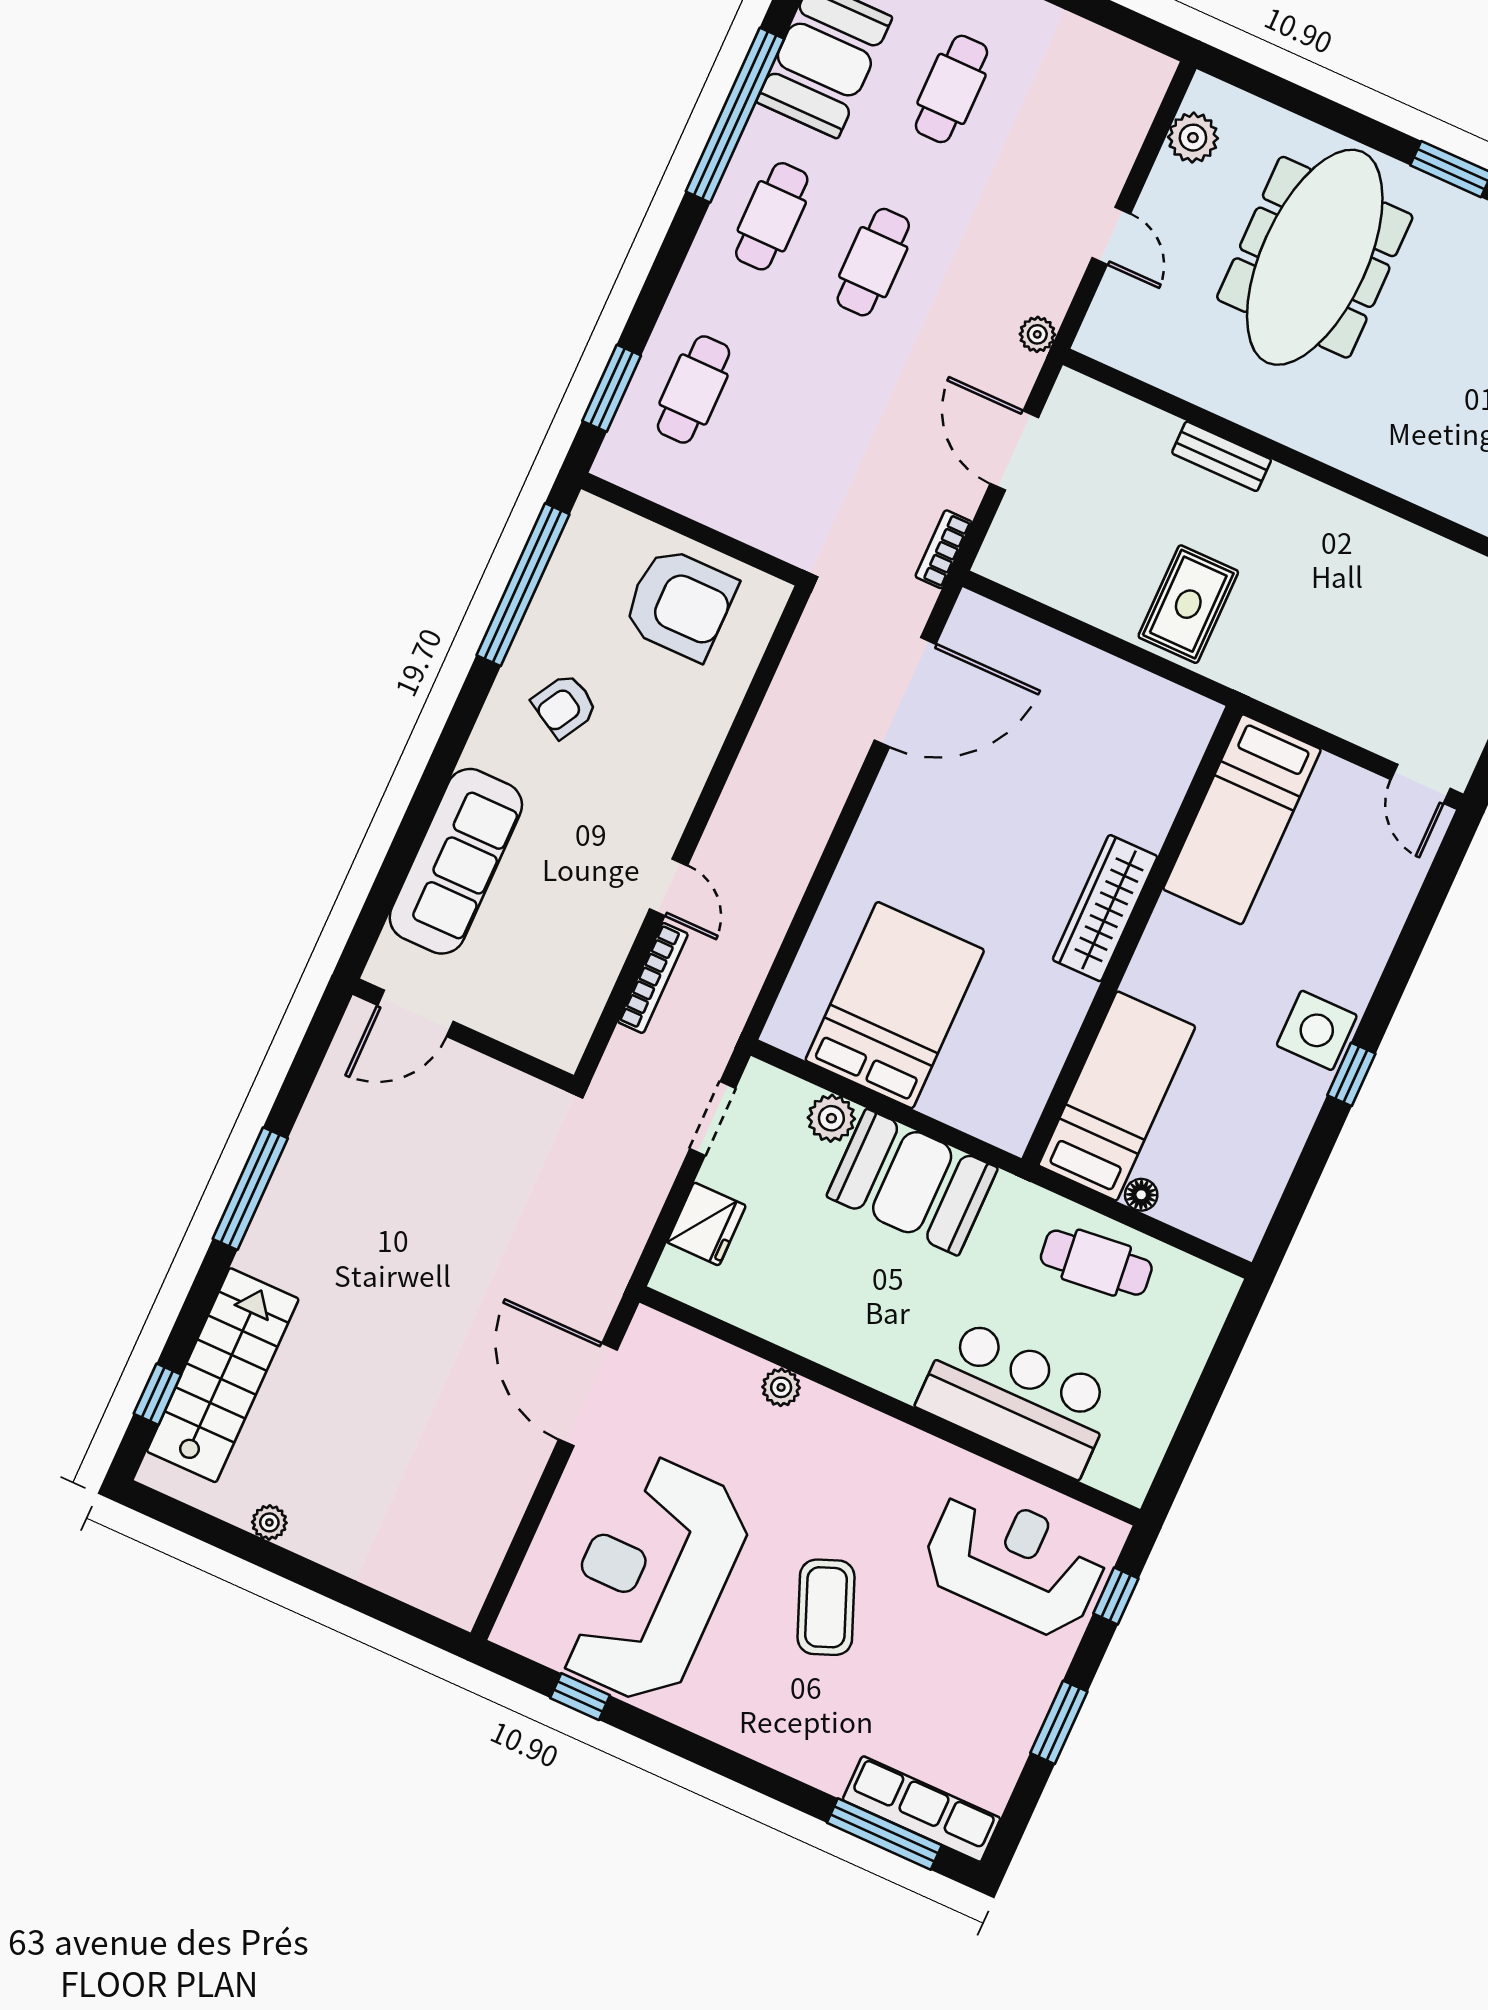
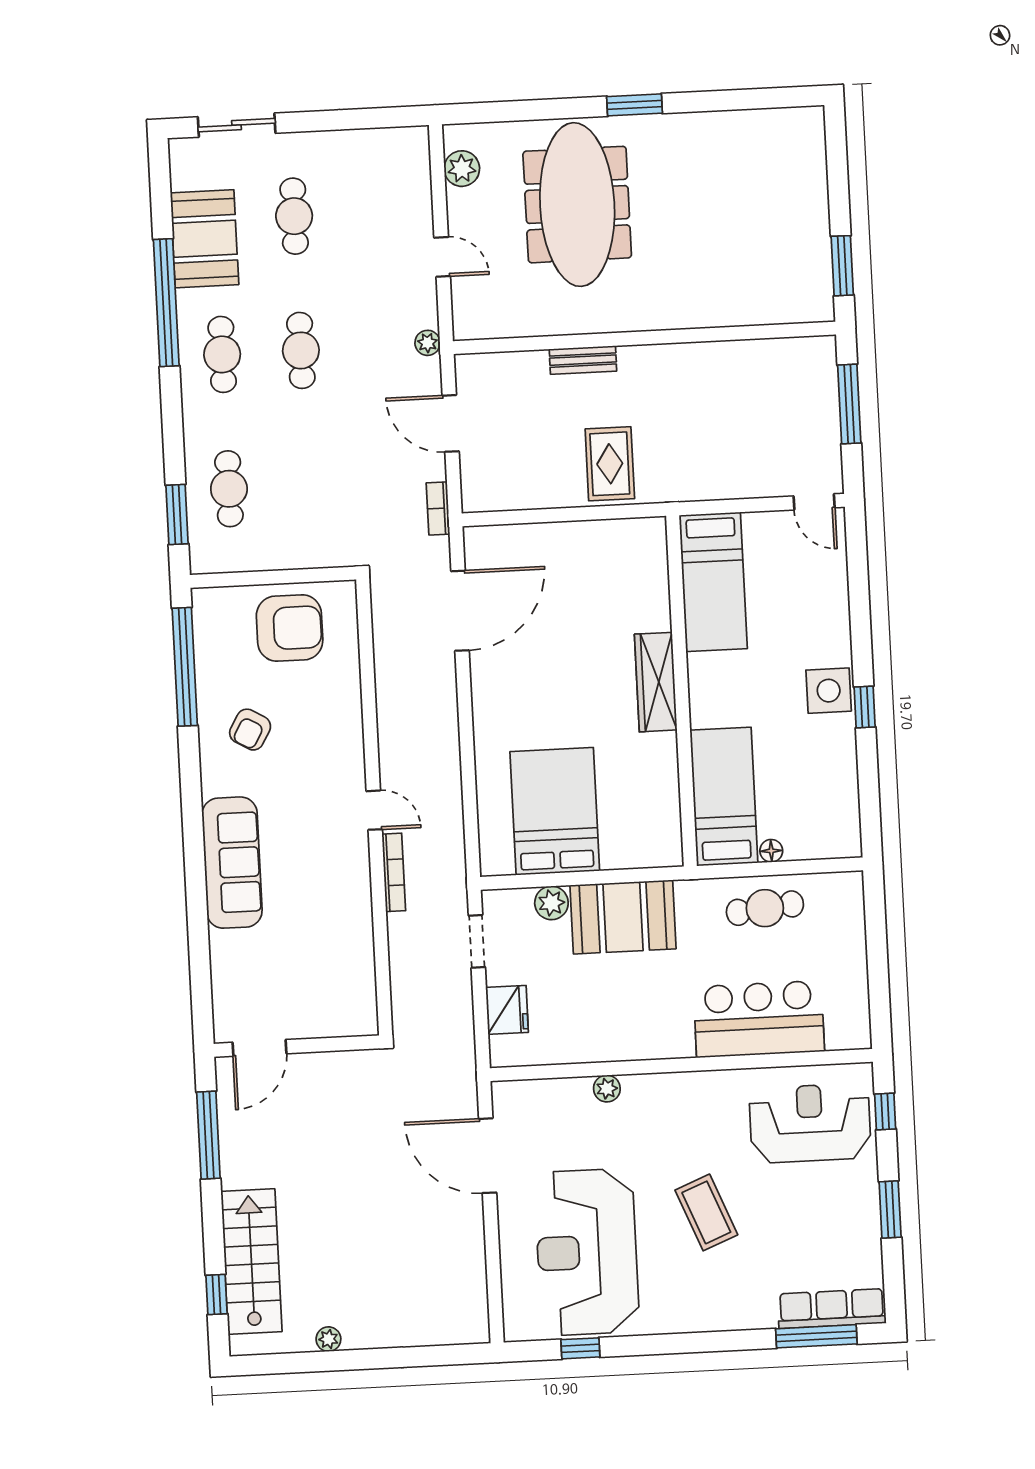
door: (415, 1013) -> (259, 1048), moved
wall: (463, 1035) -> (297, 1046), moved

